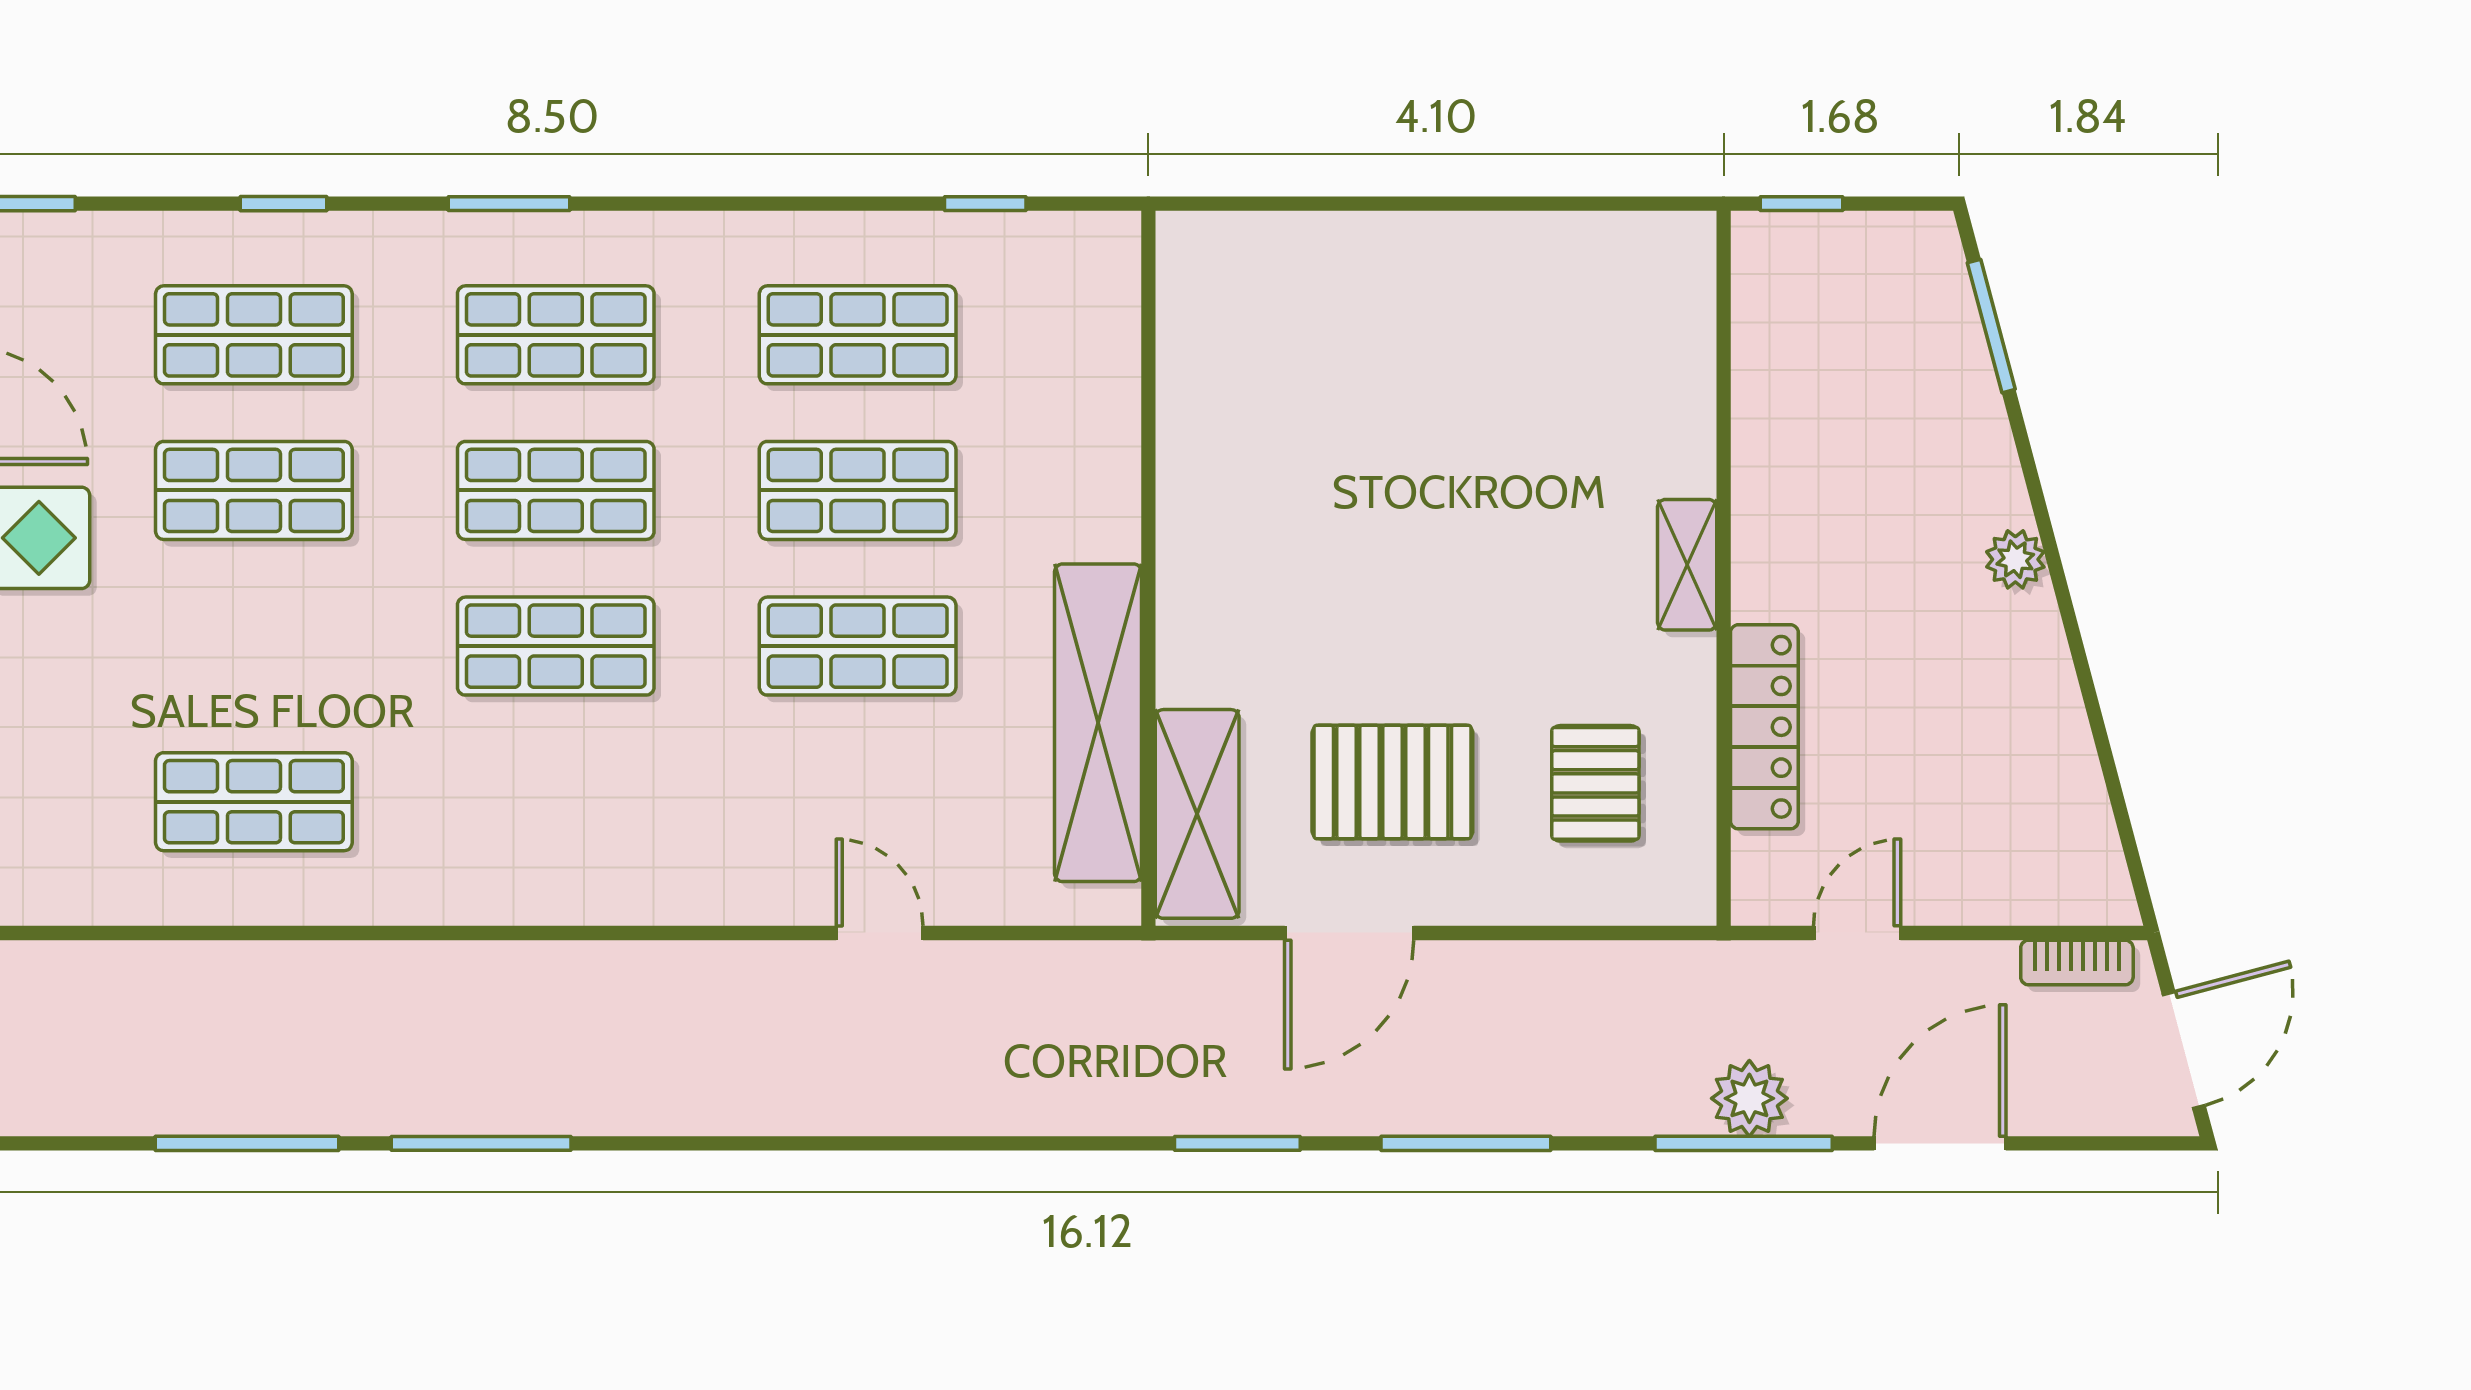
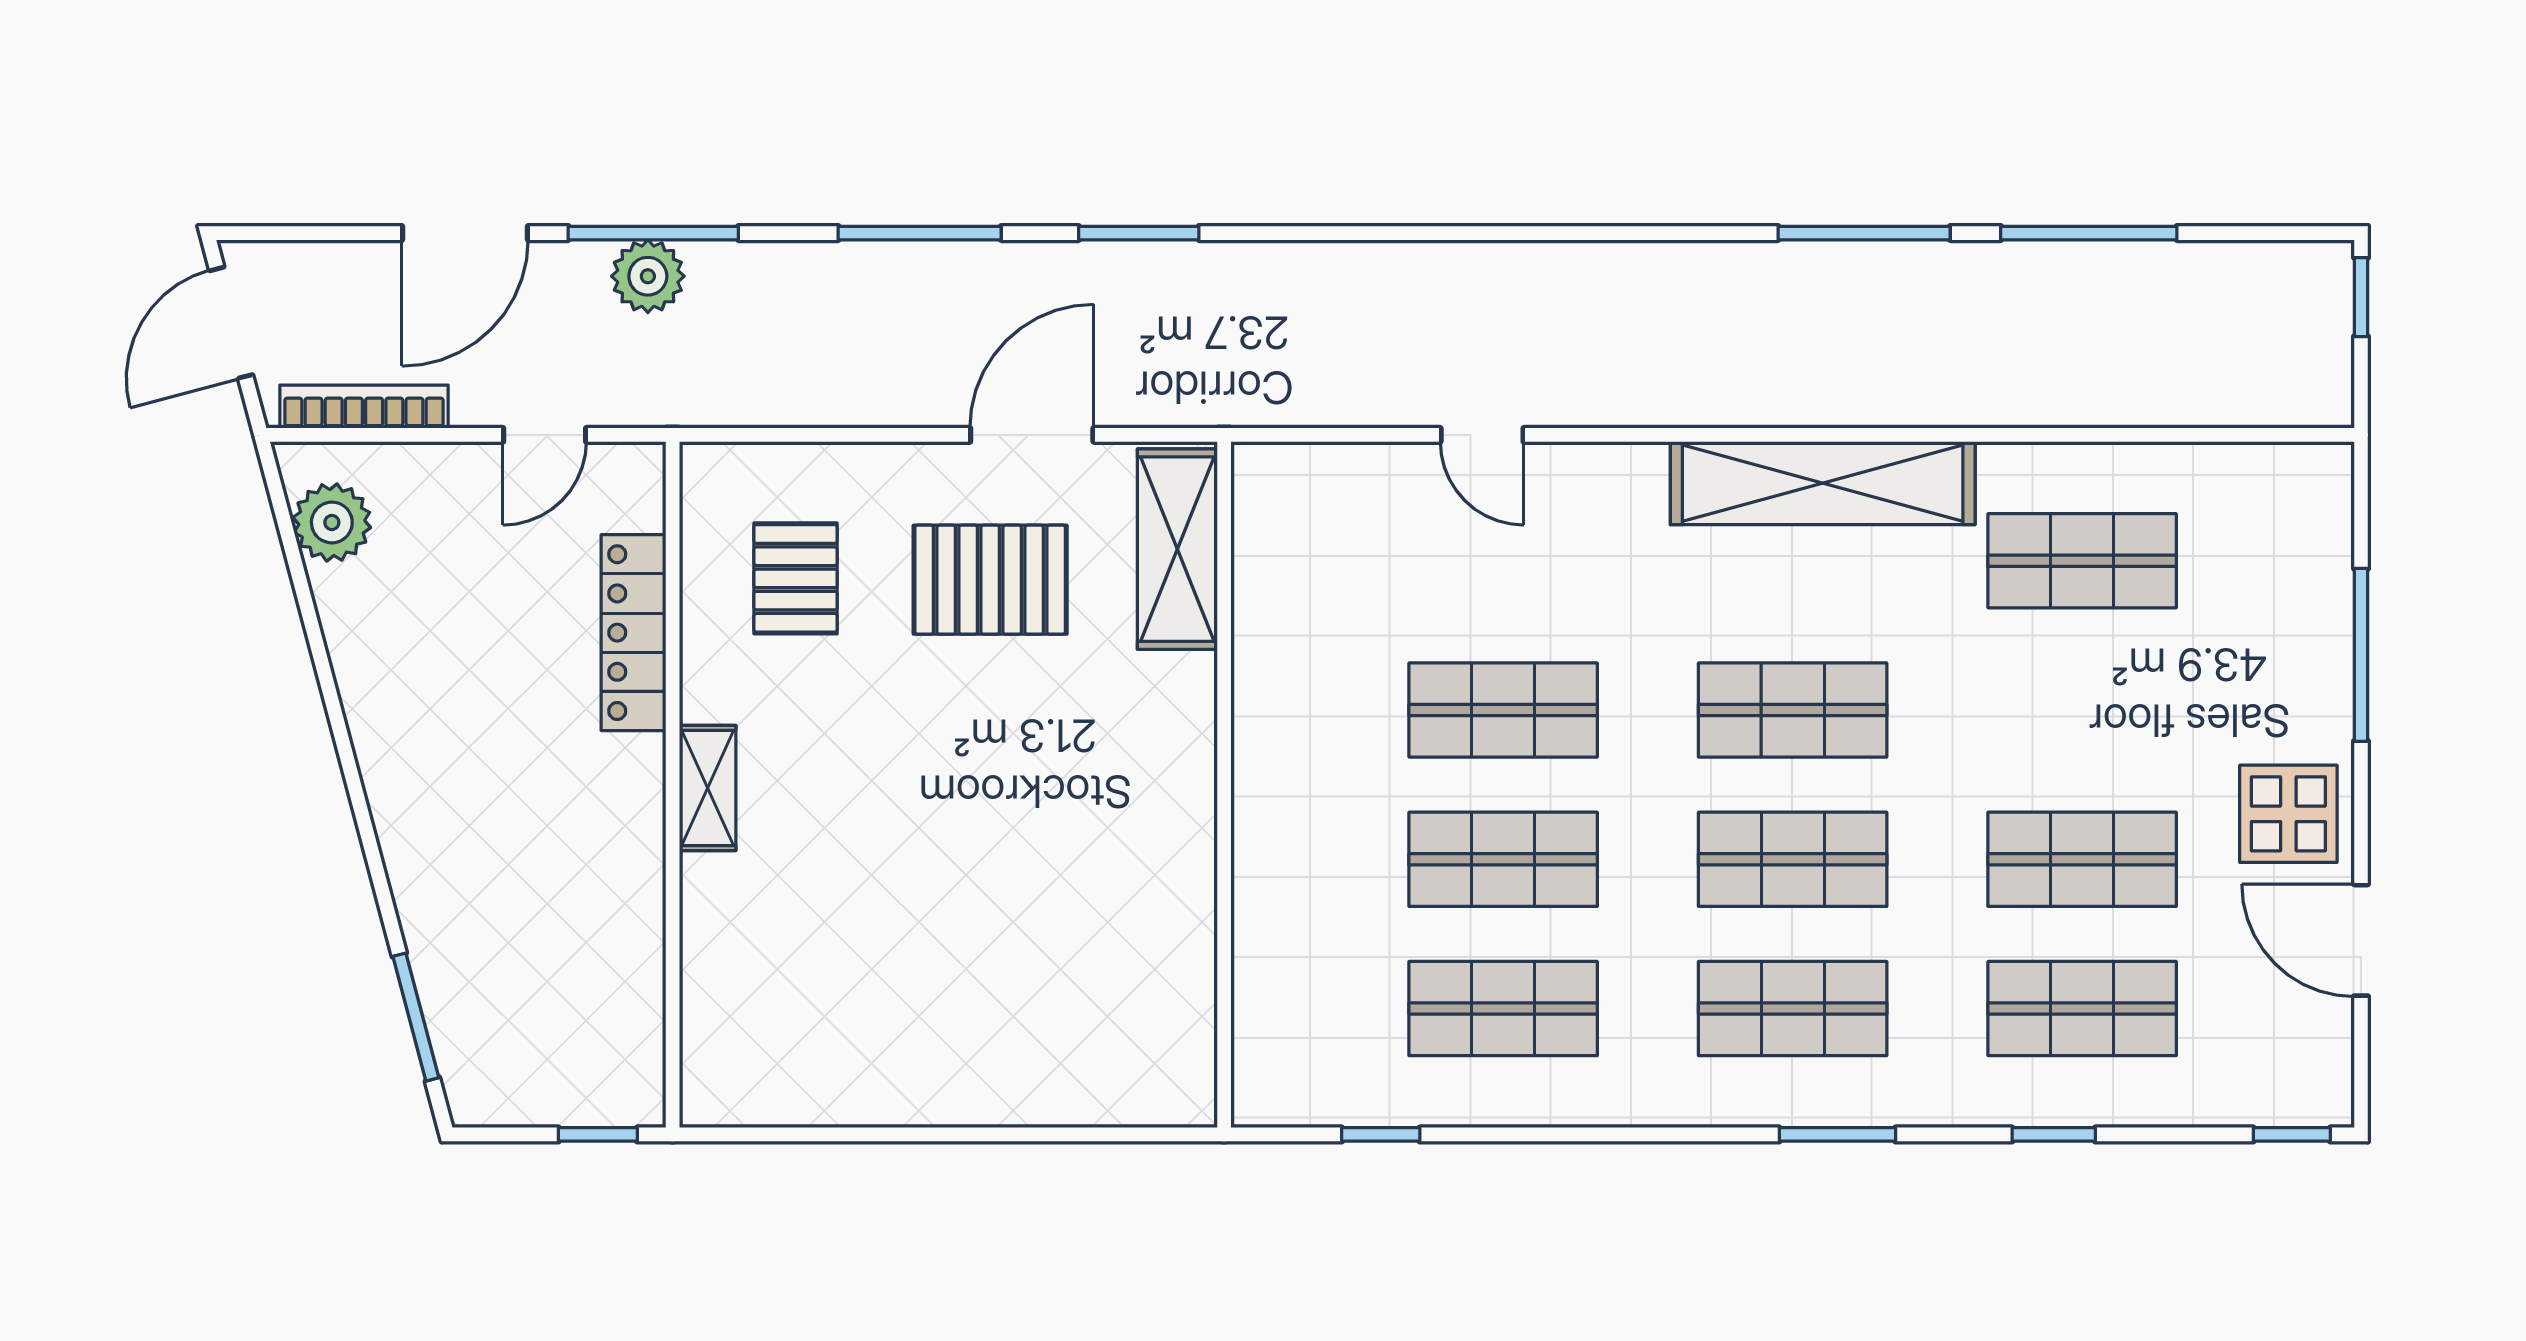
plant: (2015, 559) -> (332, 522), moved, width x1.38, depth x1.38
shelving: (1098, 723) -> (1823, 483), moved, turned 90
bookcase: (2077, 962) -> (364, 407), width x1.56

